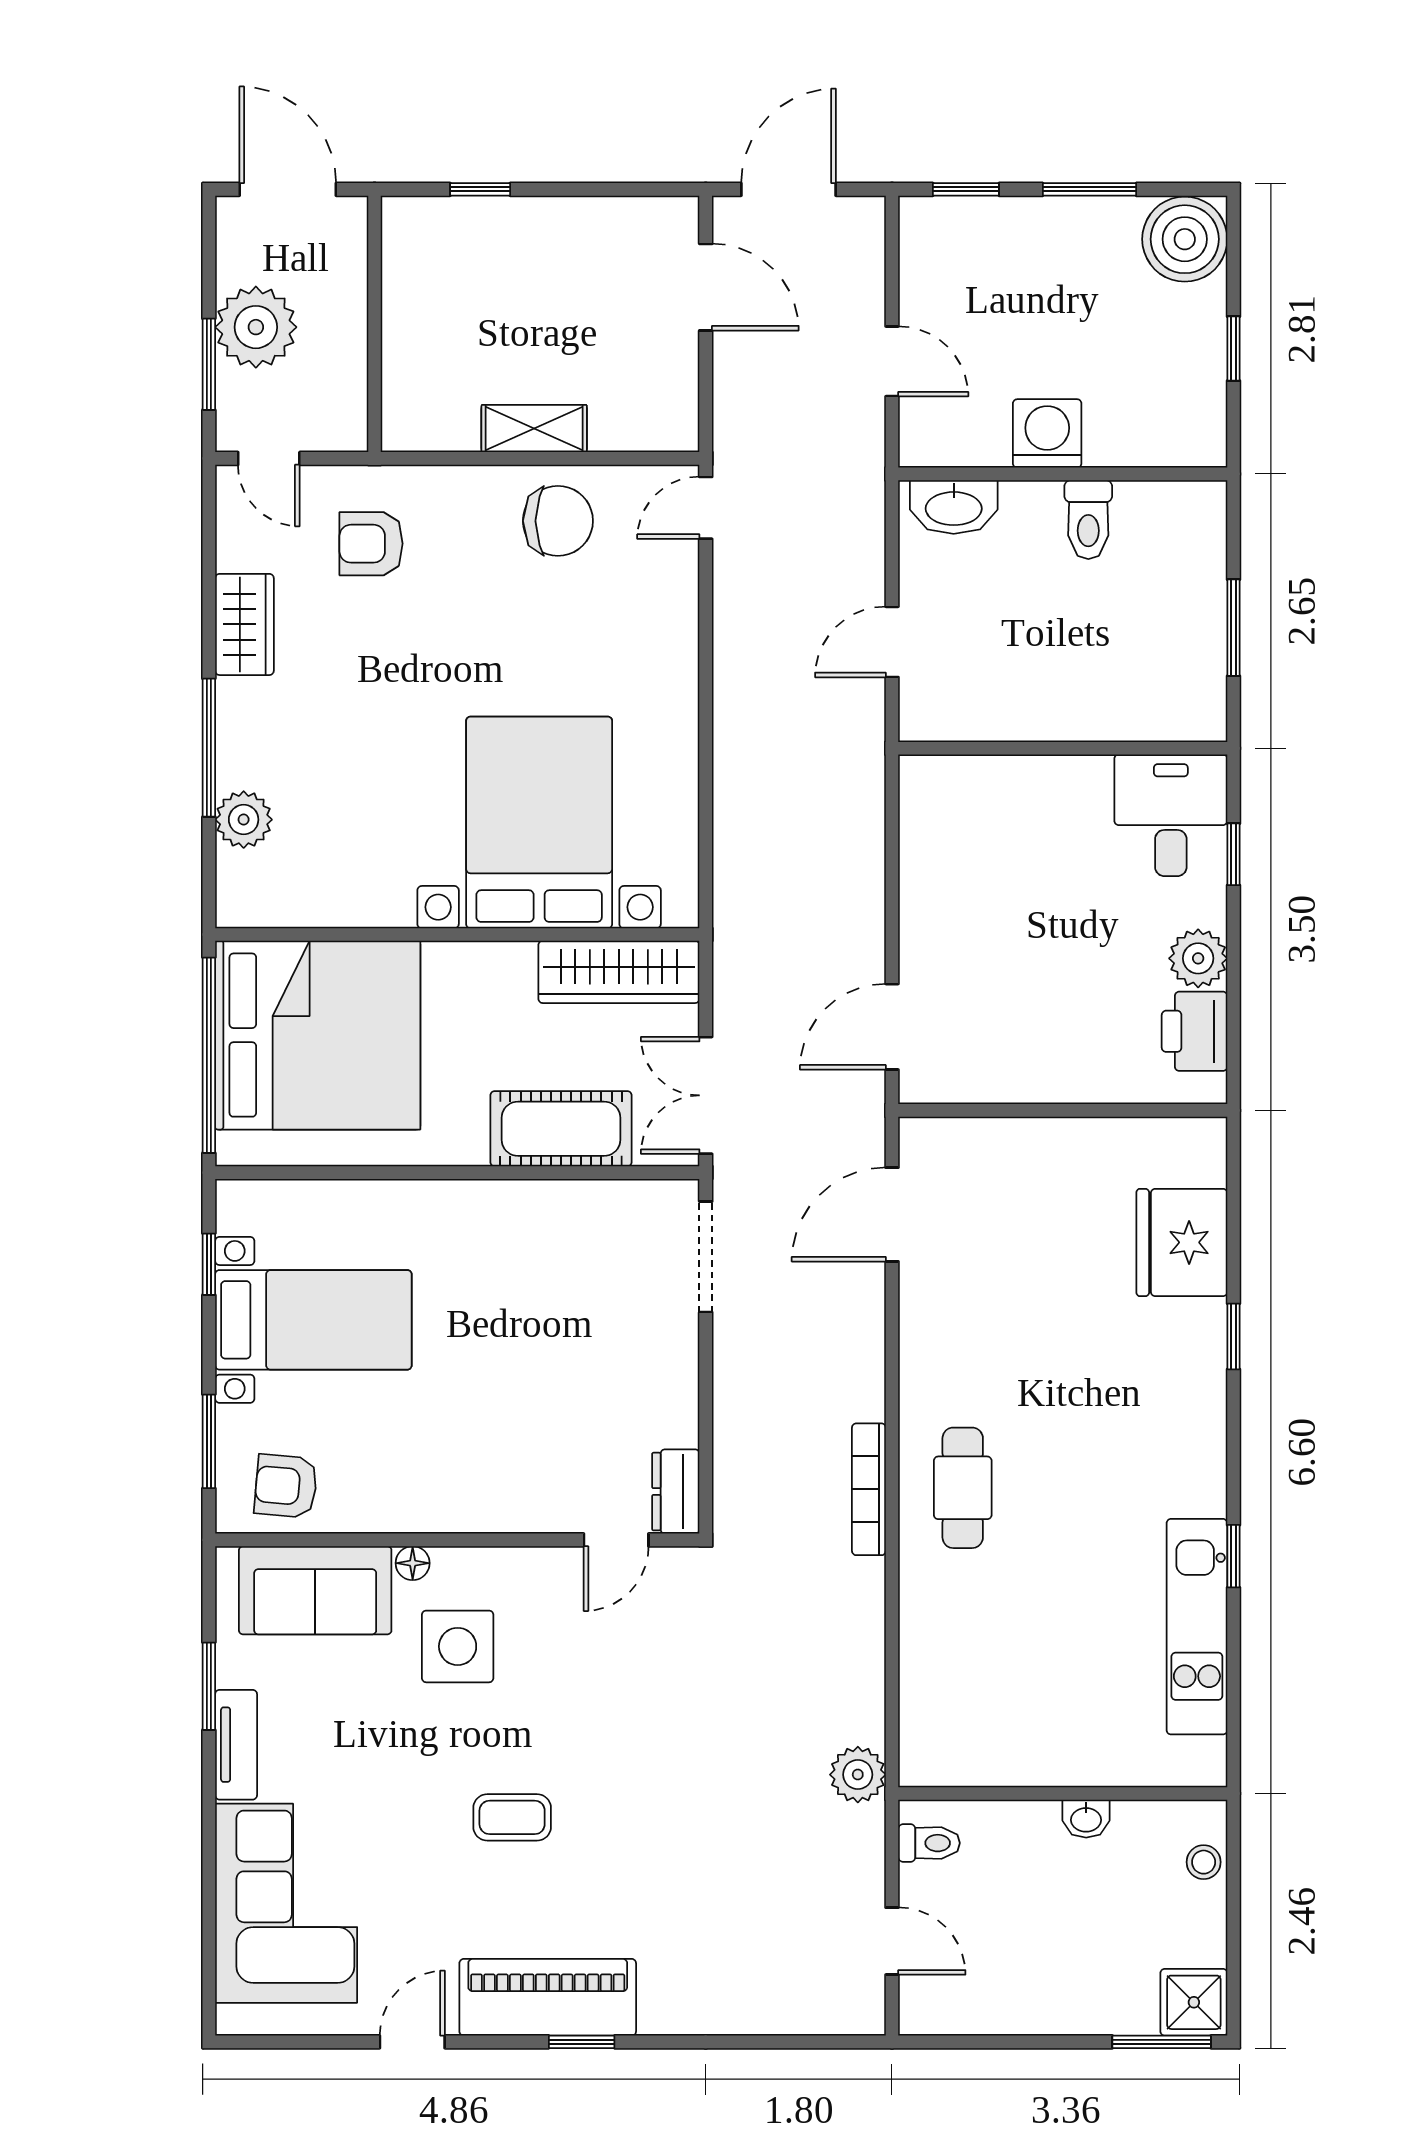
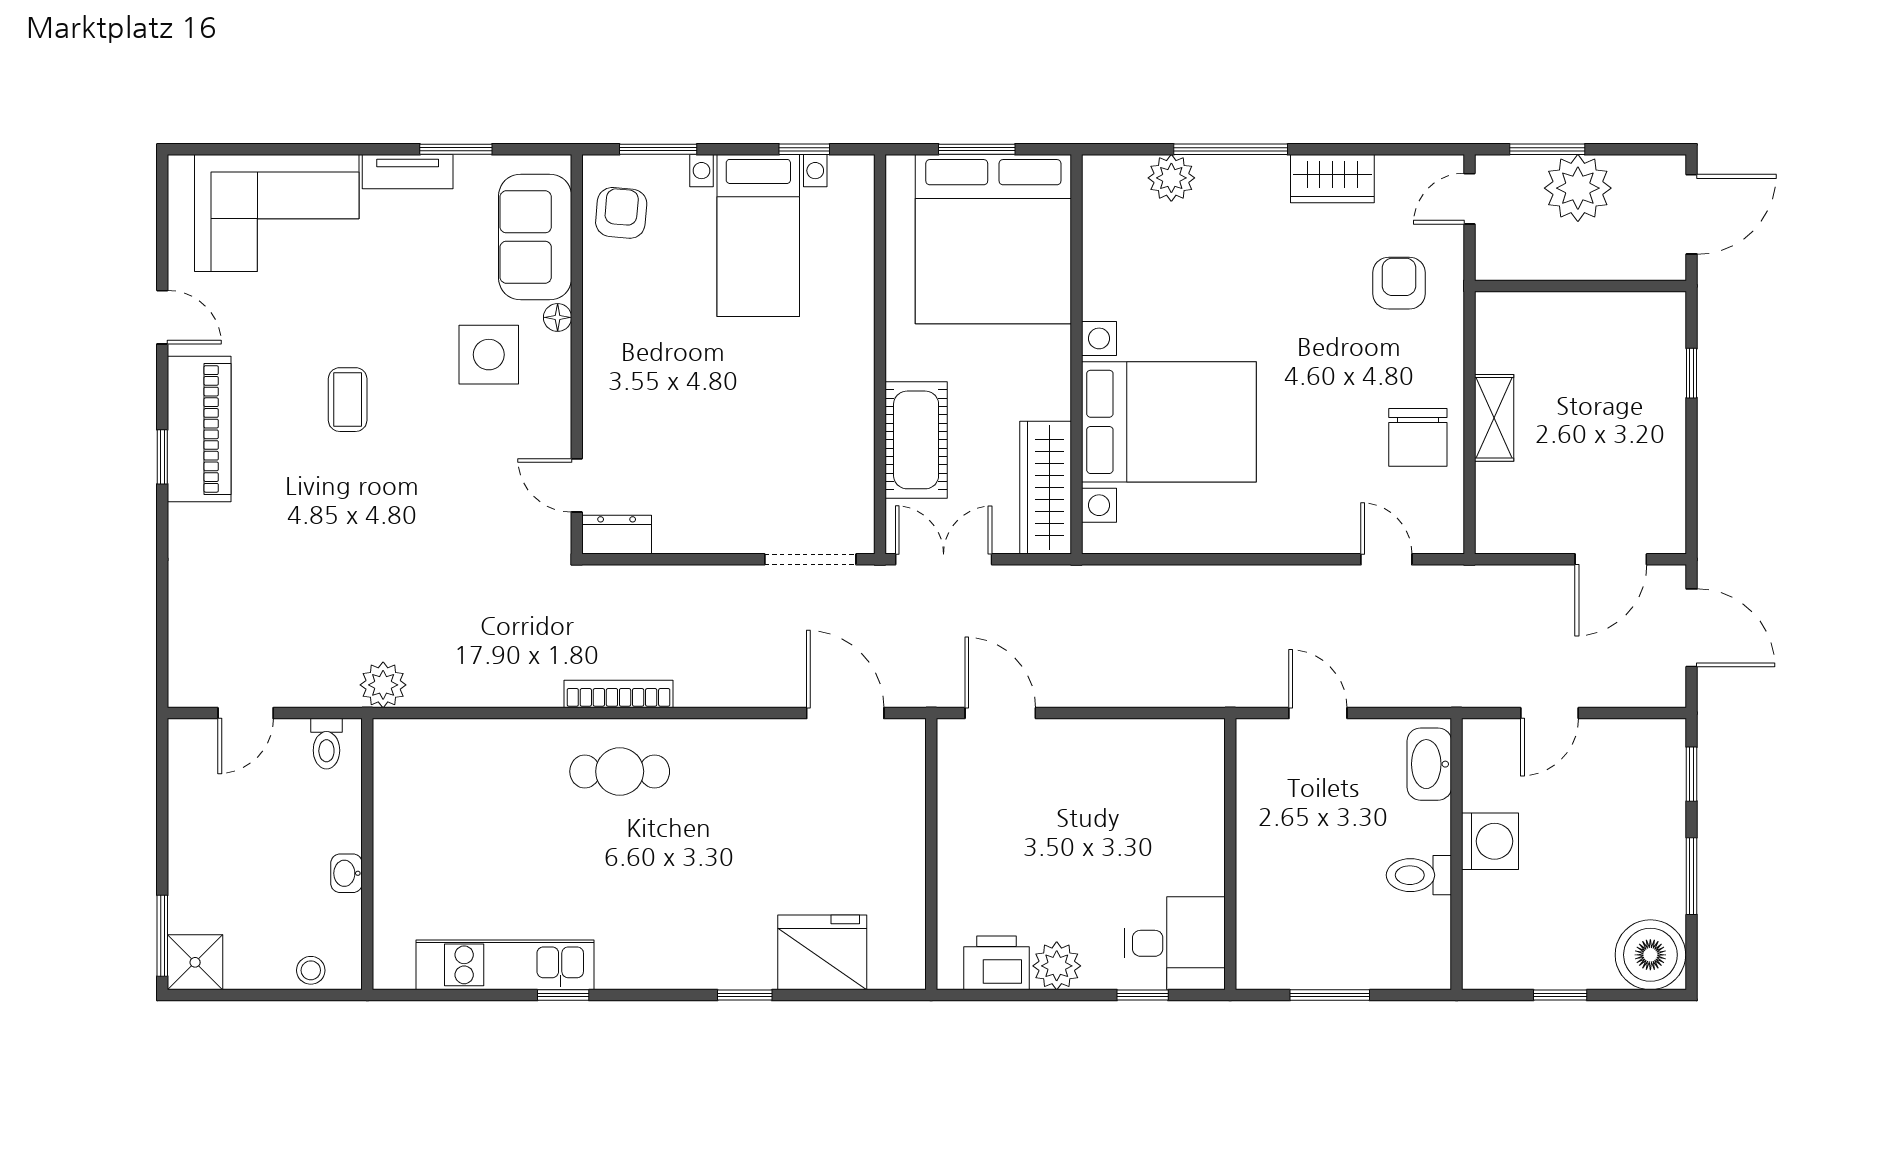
door: (706, 508) -> (1386, 559), moved
window: (209, 1055) -> (977, 149), width x0.47

